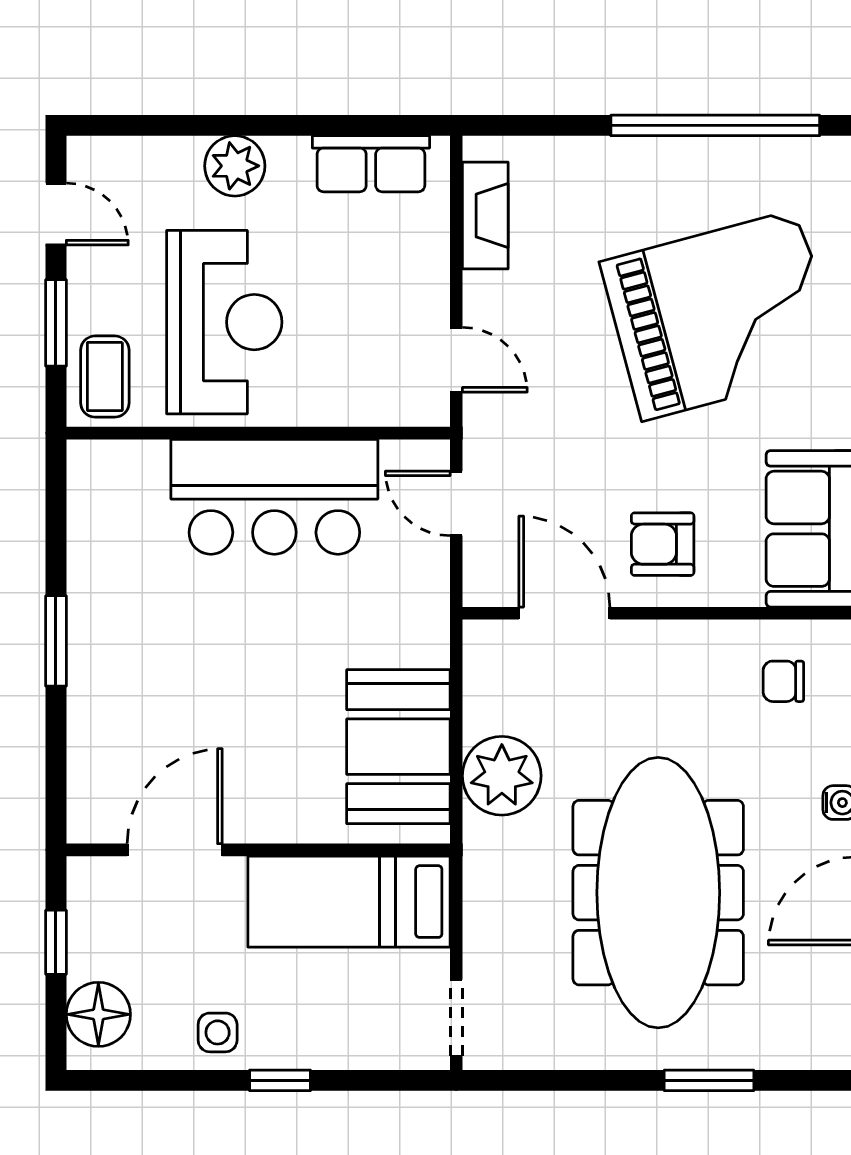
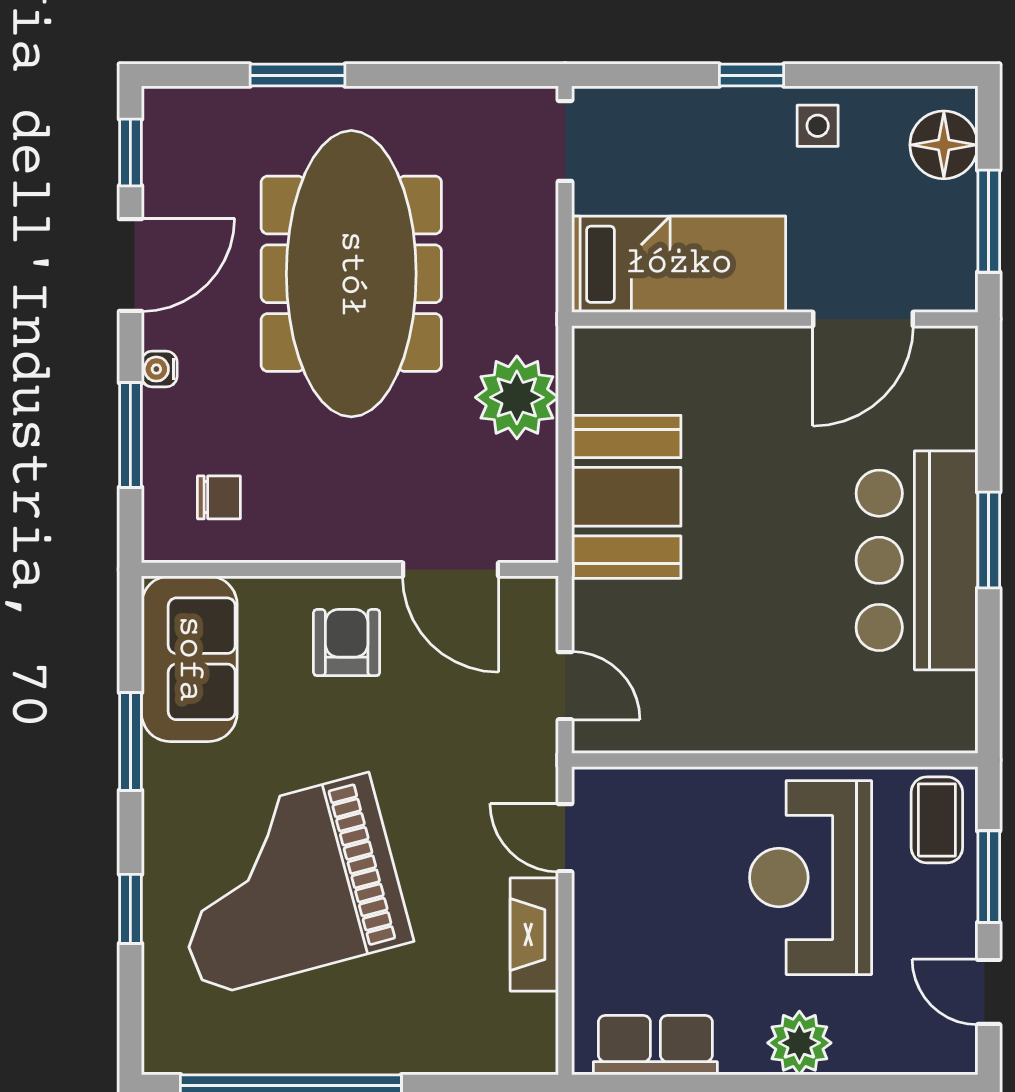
fireplace: (485, 216) -> (534, 935), moved
bar counter: (274, 497) -> (917, 560), moved, turned -90
armchair: (663, 544) -> (347, 643), turned -90
booth: (398, 747) -> (626, 497), moved
window: (56, 942) -> (989, 221), width x1.50

